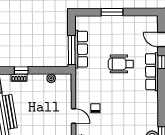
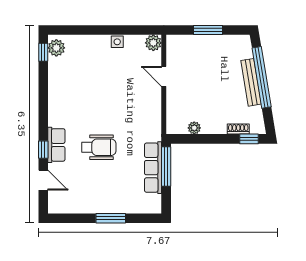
window: (21, 70) -> (249, 139), moved
row of seats: (152, 72) -> (56, 145), width x0.68
chair: (95, 108) -> (134, 87), removed

